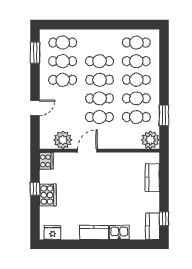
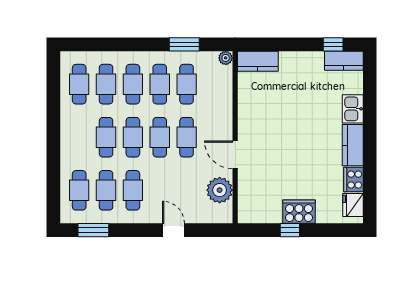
plant: (150, 140) -> (226, 58), width x0.53, depth x0.53
cooker: (46, 161) -> (354, 180), moved, turned -90
kitchen counter: (152, 178) -> (258, 61), moved

